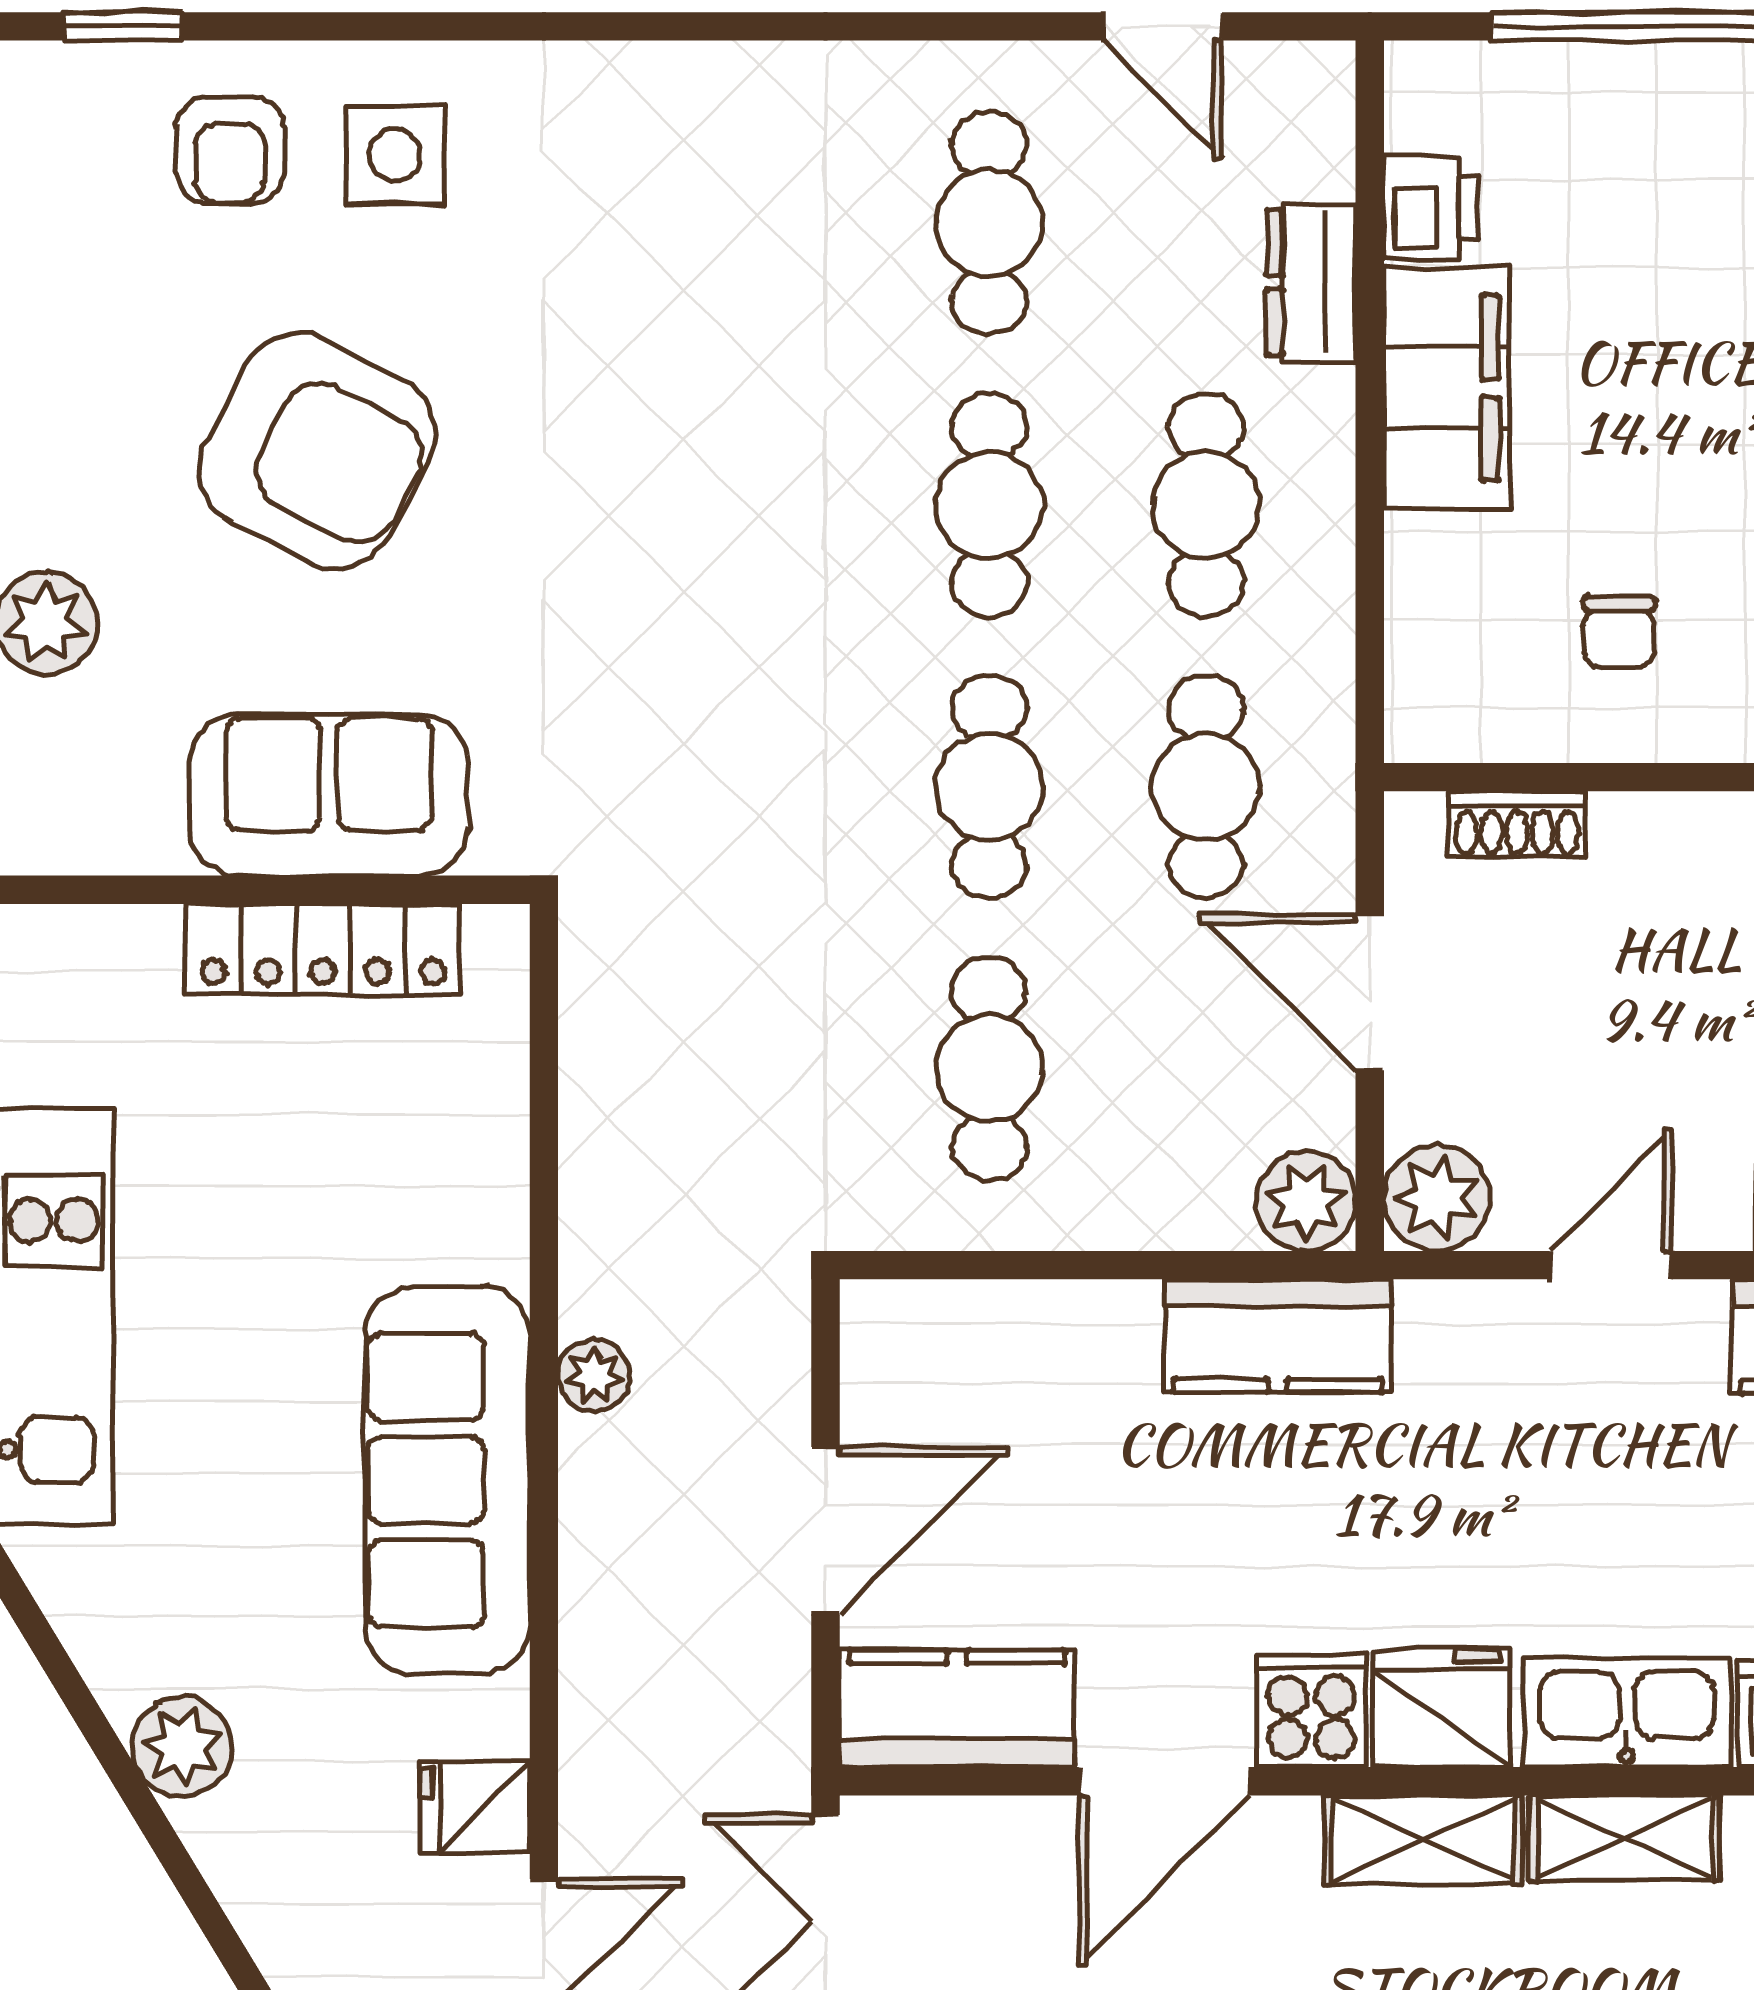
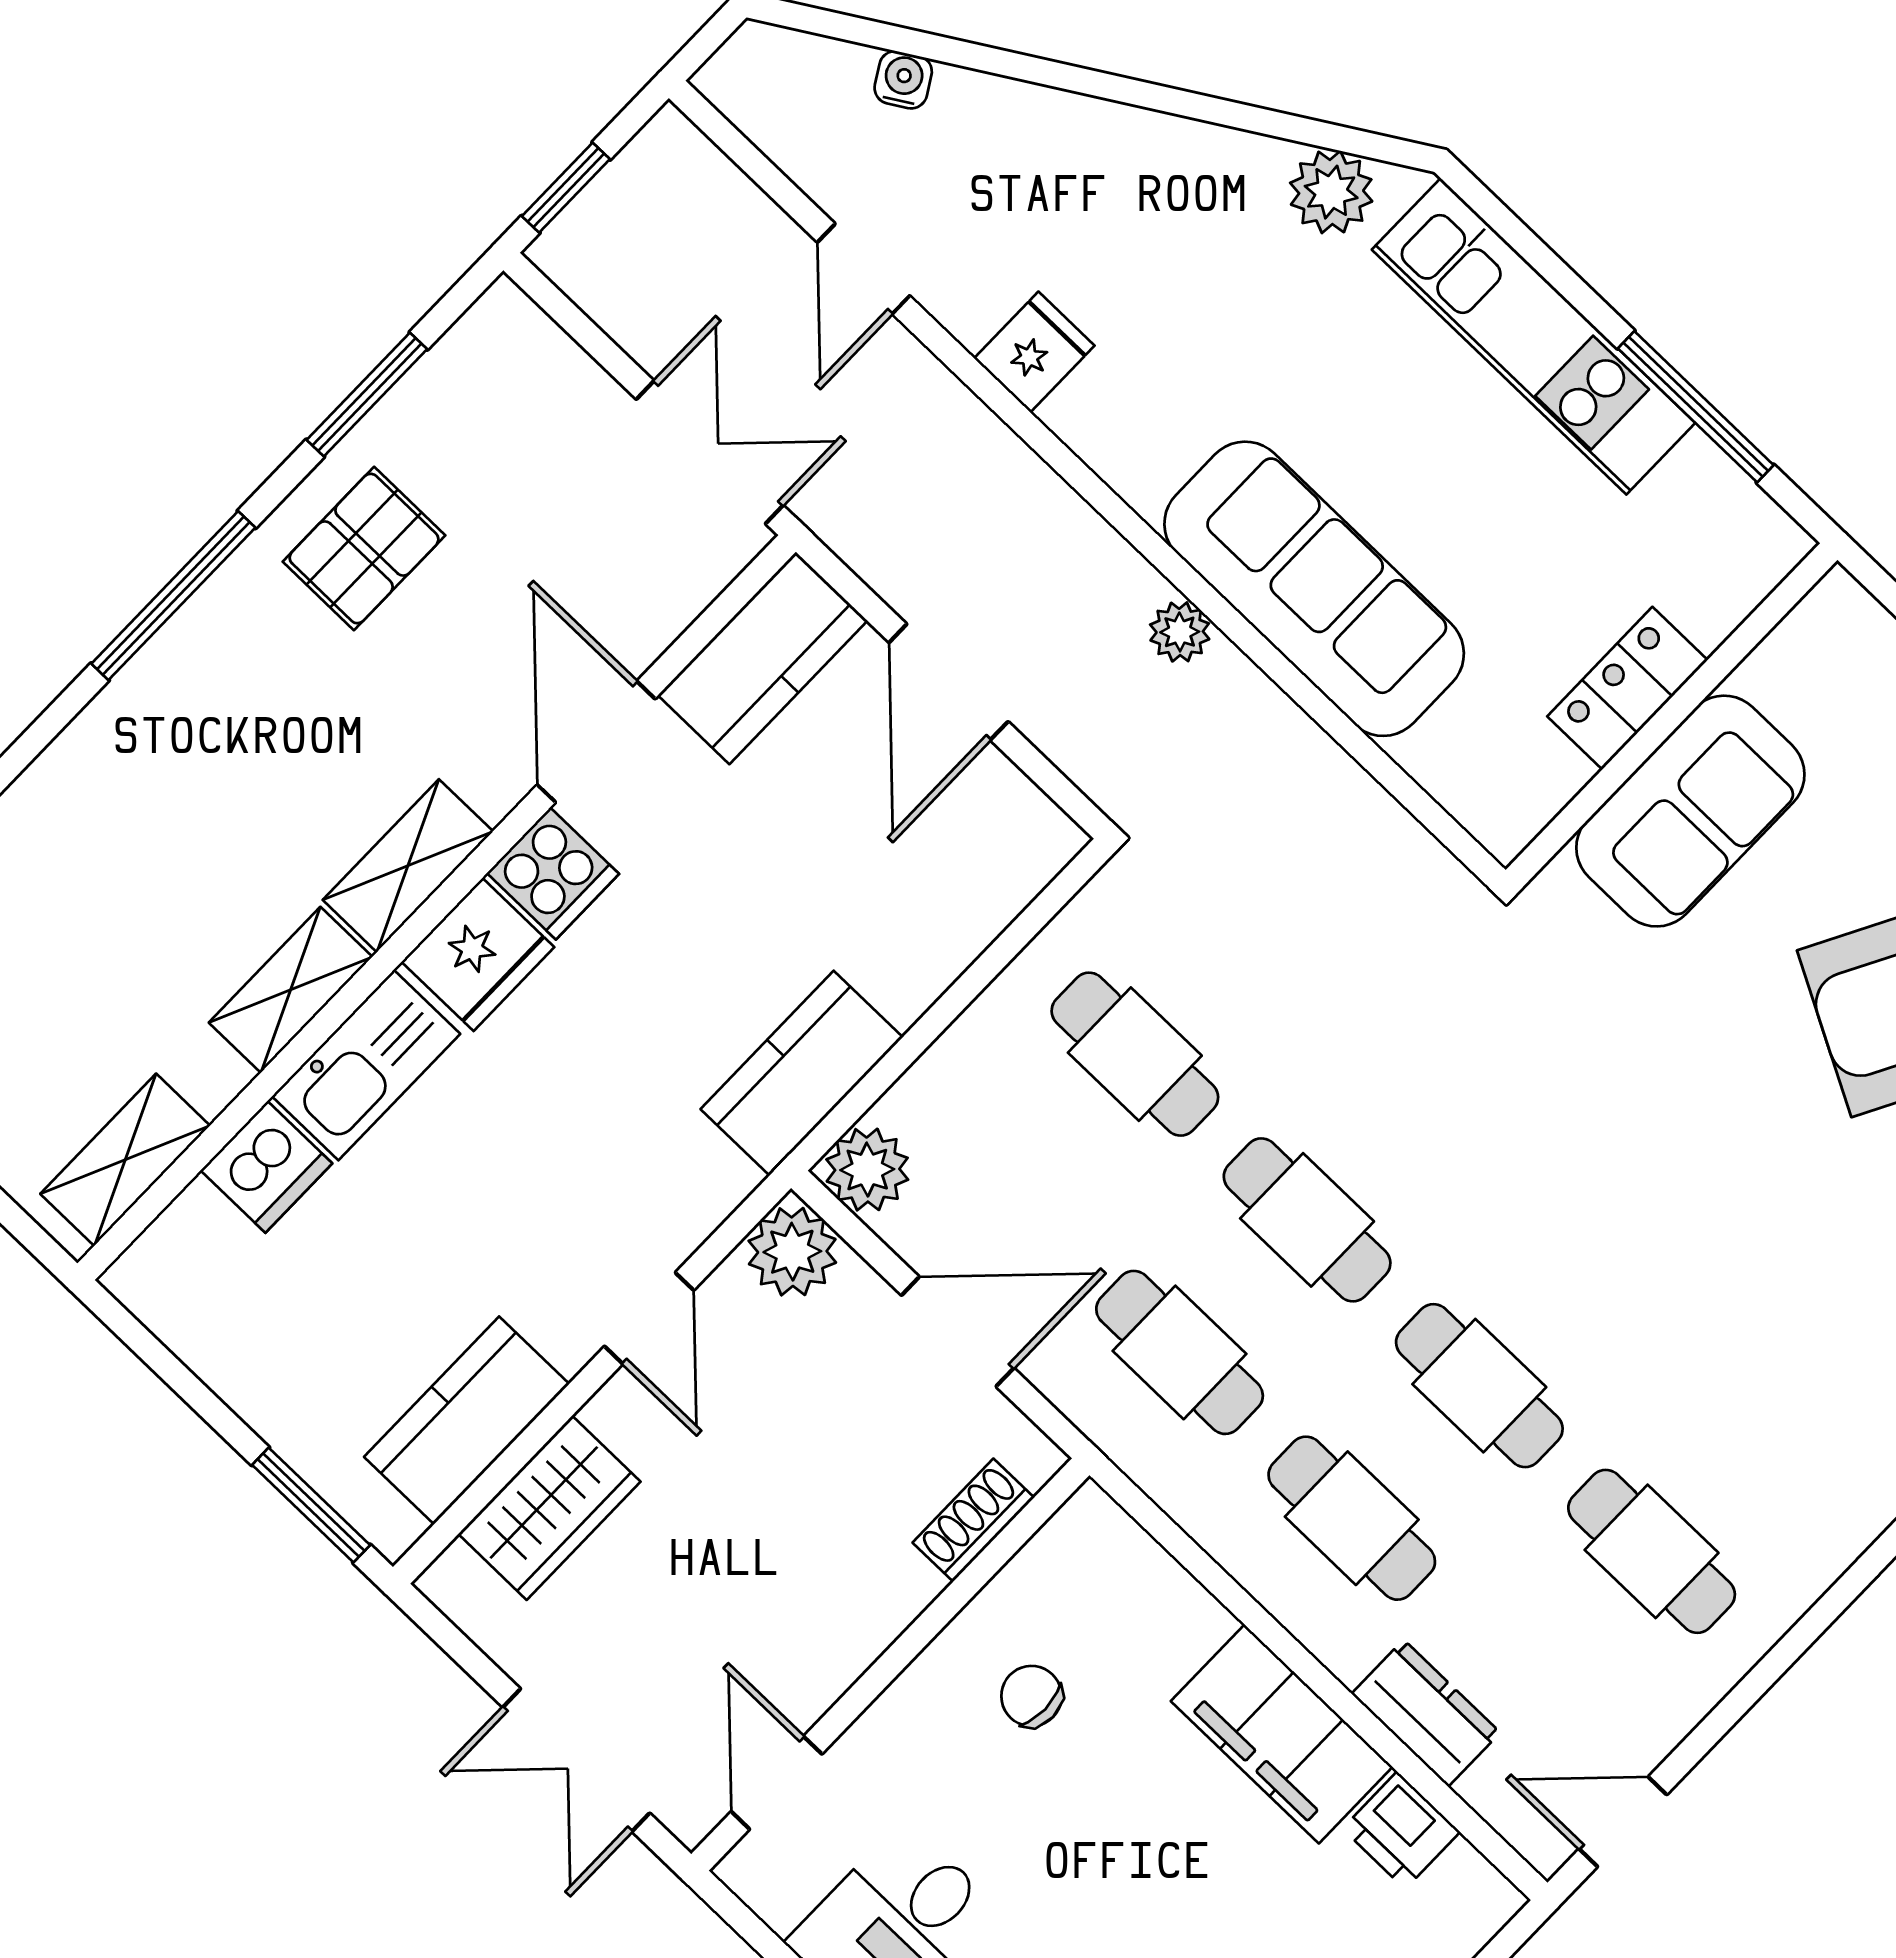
door: (1162, 26) -> (1623, 1822), moved
locker: (323, 949) -> (1627, 688), width x0.66
sofa: (447, 1480) -> (1314, 589), moved
plant: (182, 1747) -> (1331, 192), moved
fridge: (475, 1807) -> (1034, 352), moved

